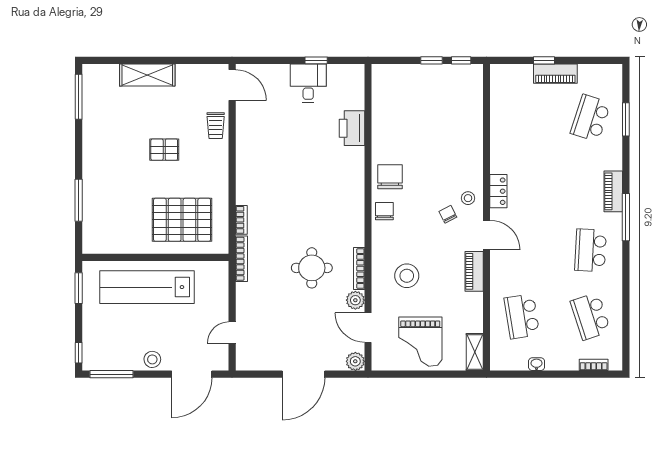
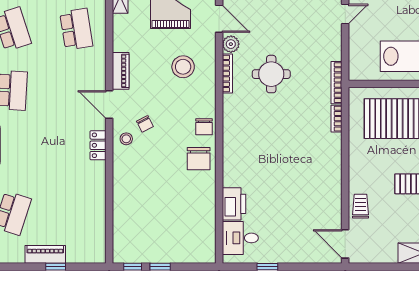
desk: (308, 83) -> (240, 238), moved, turned 90

